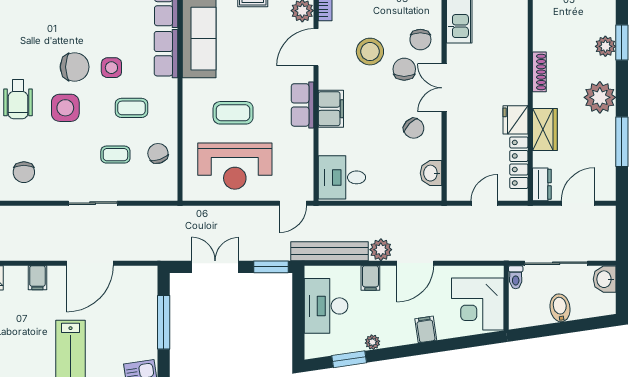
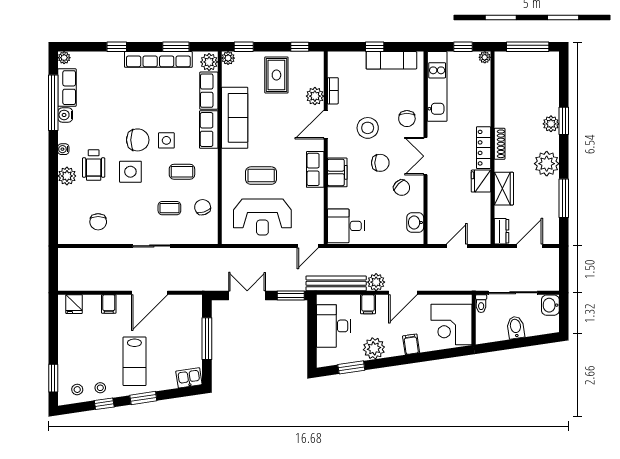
chair: (404, 69) -> (380, 163), moved, turned 90
locker: (519, 163) -> (484, 148), moved
plant: (373, 342) -> (374, 348), width x1.87, depth x1.87

